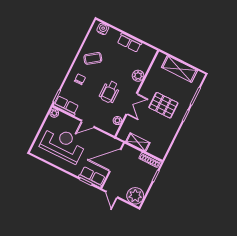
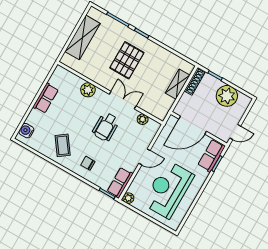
wheelchair: (110, 92) -> (106, 127), turned 90
door: (88, 124) -> (144, 157), hinge flipped
shelving: (138, 142) -> (178, 84), moved
door: (115, 160) -> (193, 125), hinge flipped
plant: (135, 196) -> (227, 96), moved

